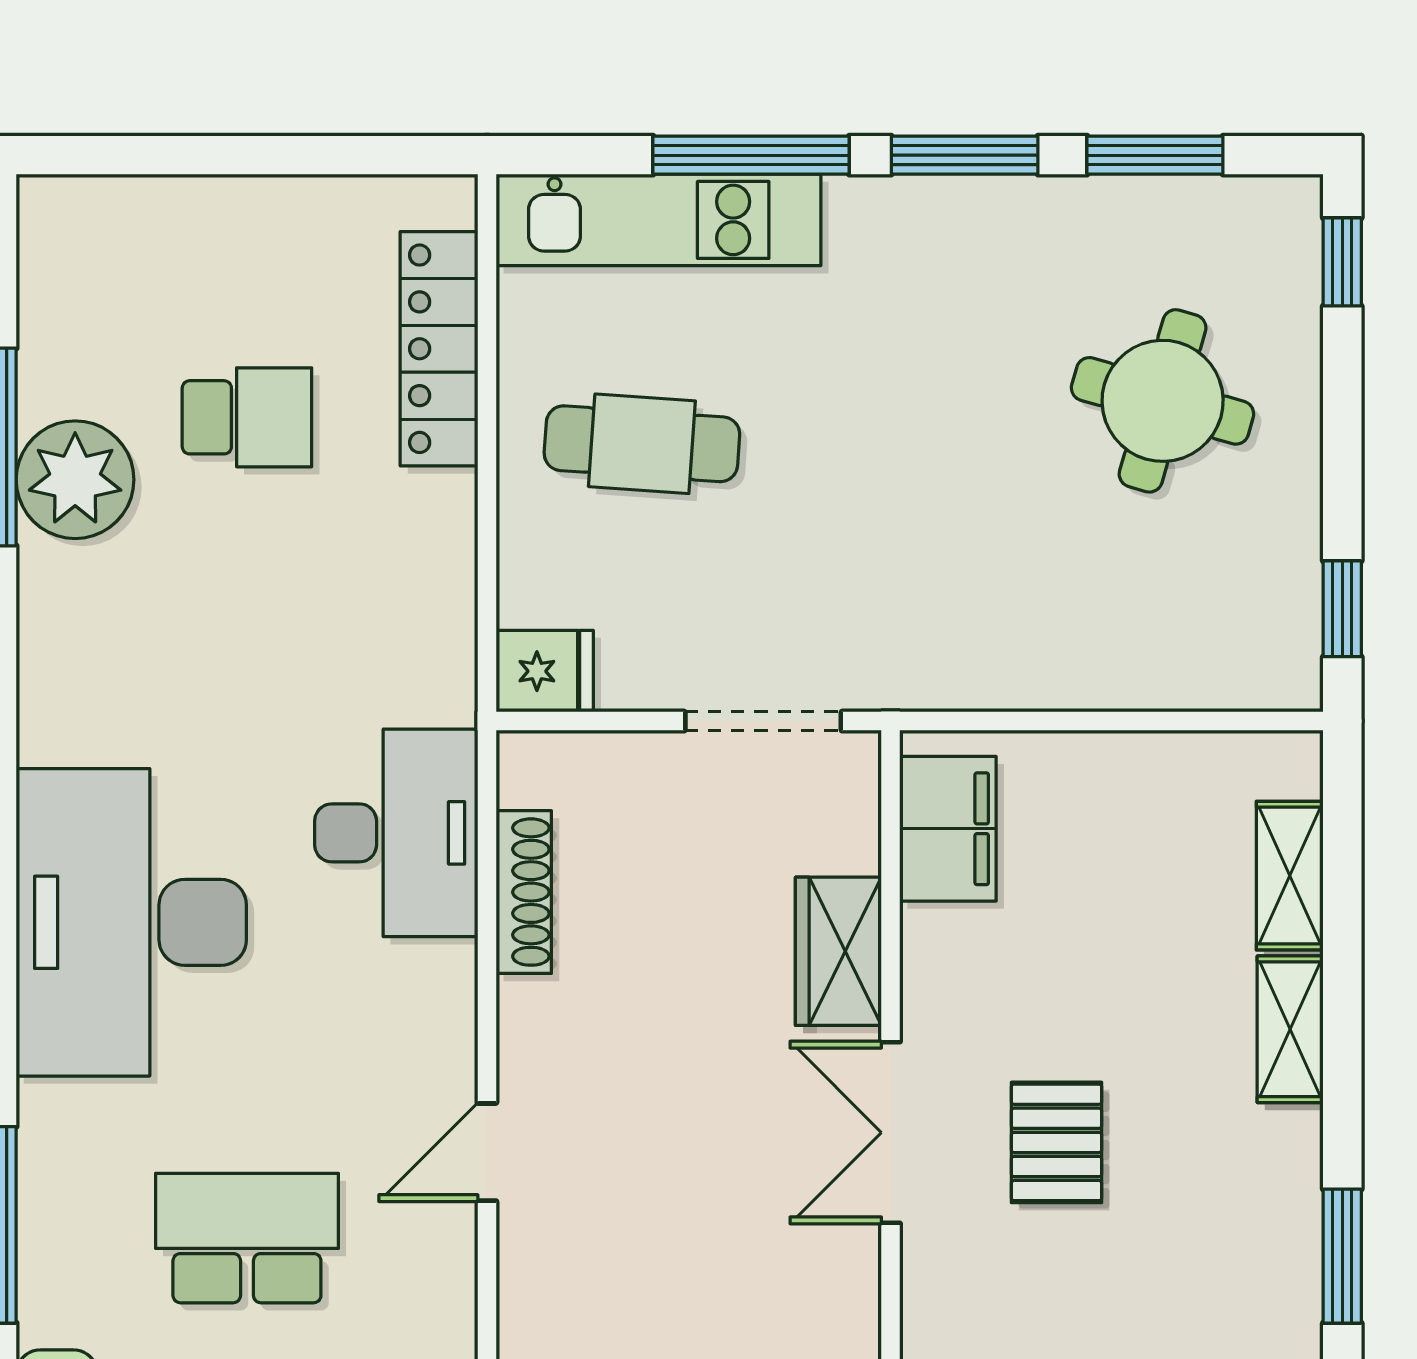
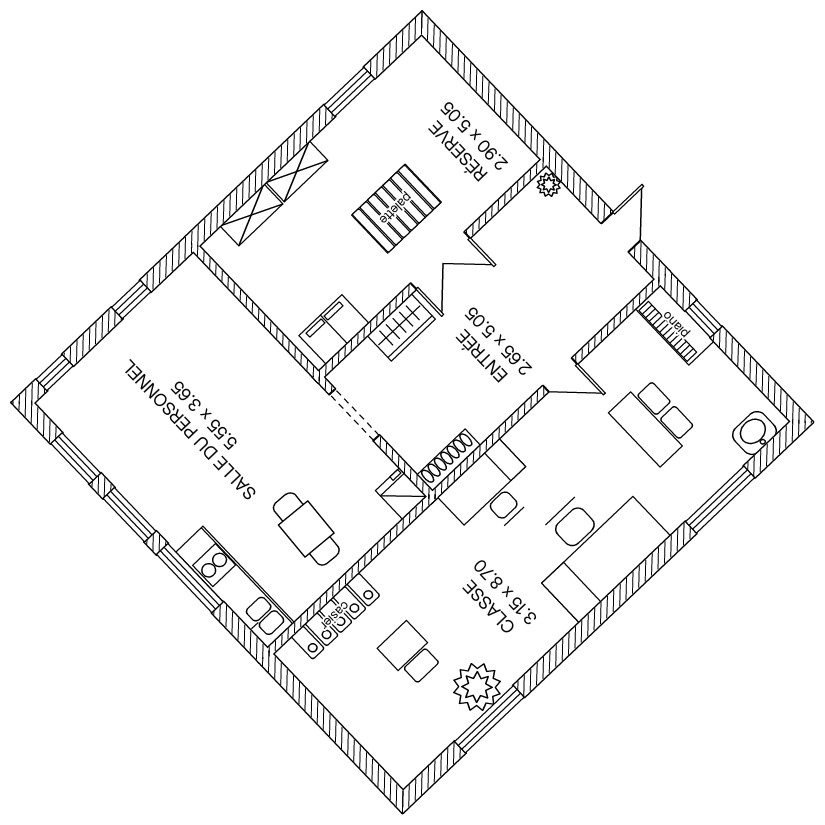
round table: (1163, 401) -> (147, 387), removed
window: (1342, 609) -> (131, 300), moved
shoe rack: (524, 892) -> (449, 460), moved
pallet: (1057, 1142) -> (396, 209), width x1.50, depth x1.42

